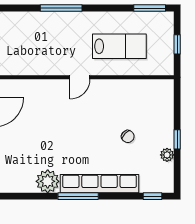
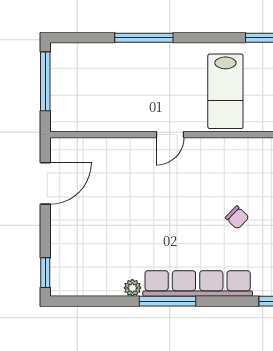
lab bench: (119, 46) -> (225, 91), turned 90
plant: (48, 181) -> (132, 288), width x0.53, depth x0.53

